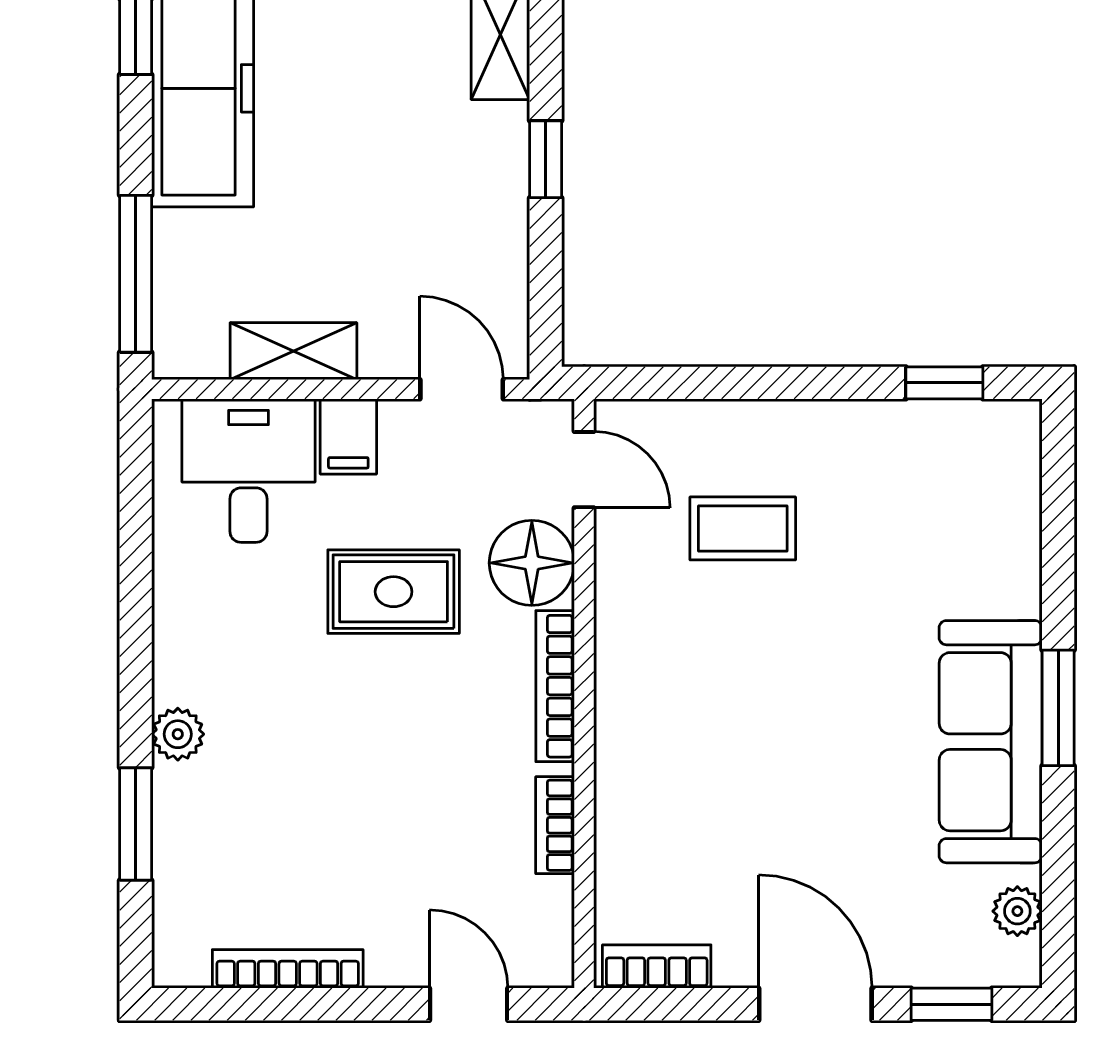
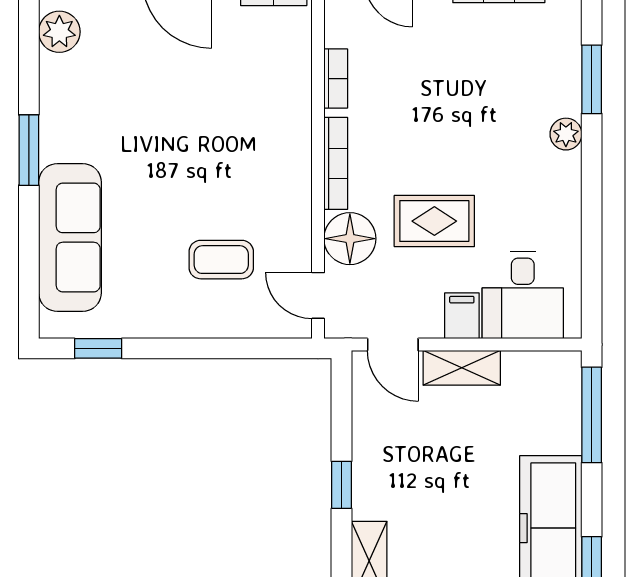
shelving: (293, 351) -> (462, 368), moved
sofa: (991, 742) -> (70, 237), moved
plant: (1017, 911) -> (59, 32), width x1.38, depth x1.38

